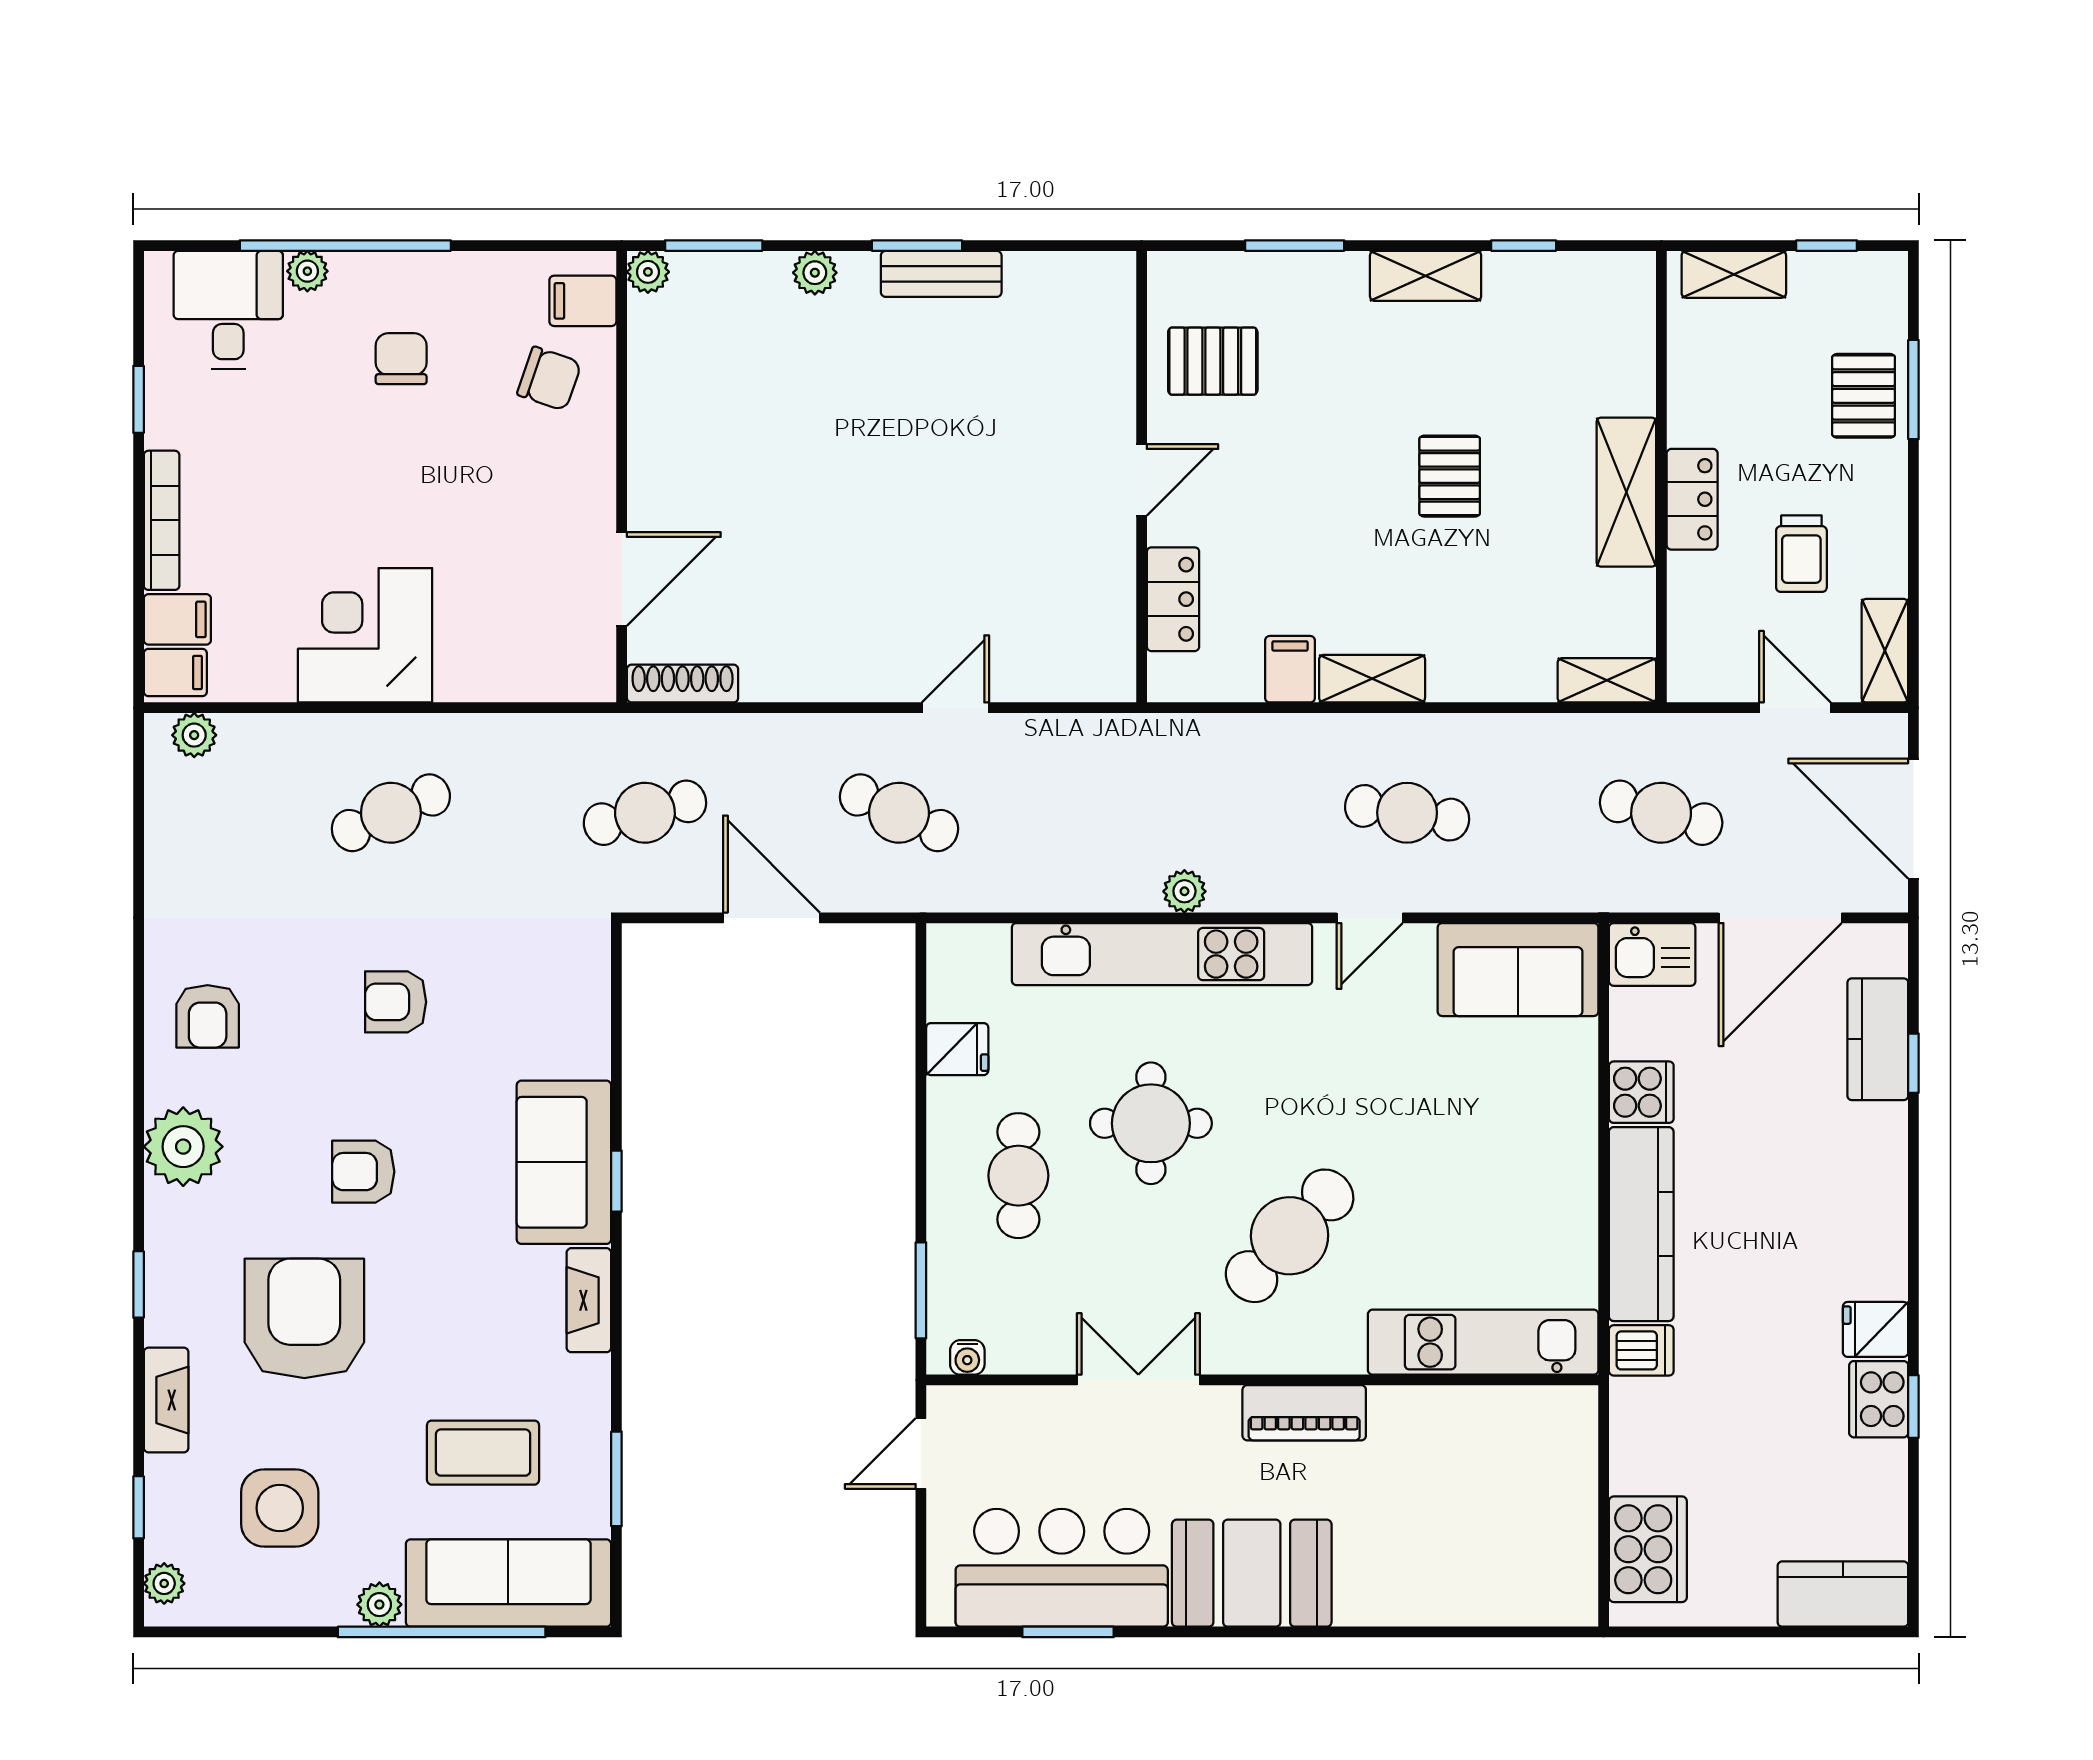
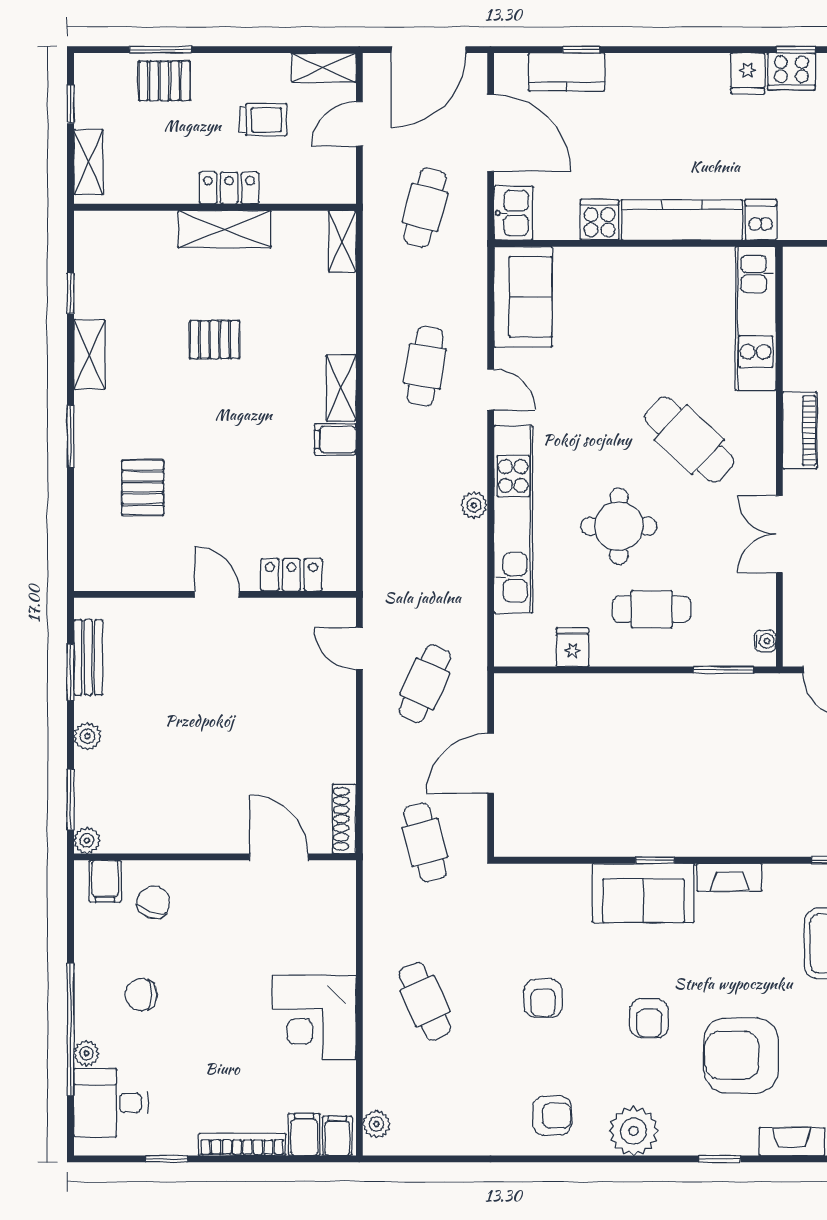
wall: (1142, 477) -> (215, 594), moved
door: (1142, 480) -> (217, 594), moved
locker: (1173, 599) -> (291, 575), moved

